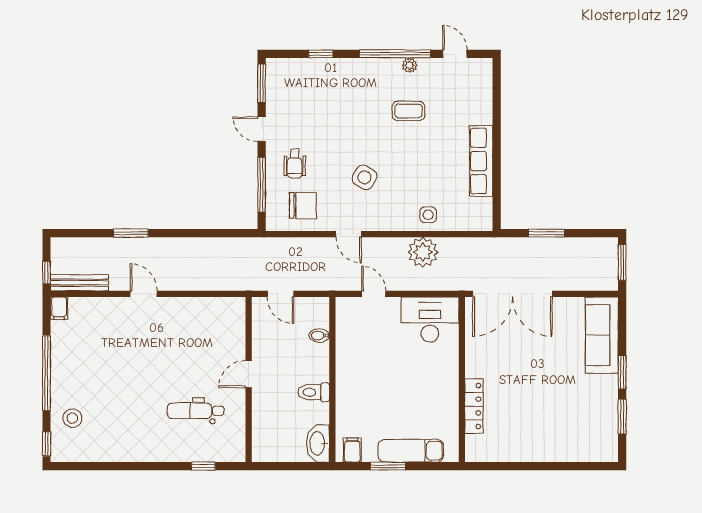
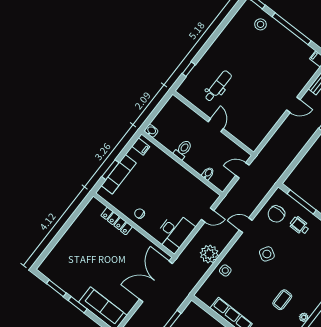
chair: (441, 384) -> (140, 214), added
washbasin: (318, 443) -> (151, 131), width x0.52, depth x0.69
window: (388, 466) -> (110, 170), moved

